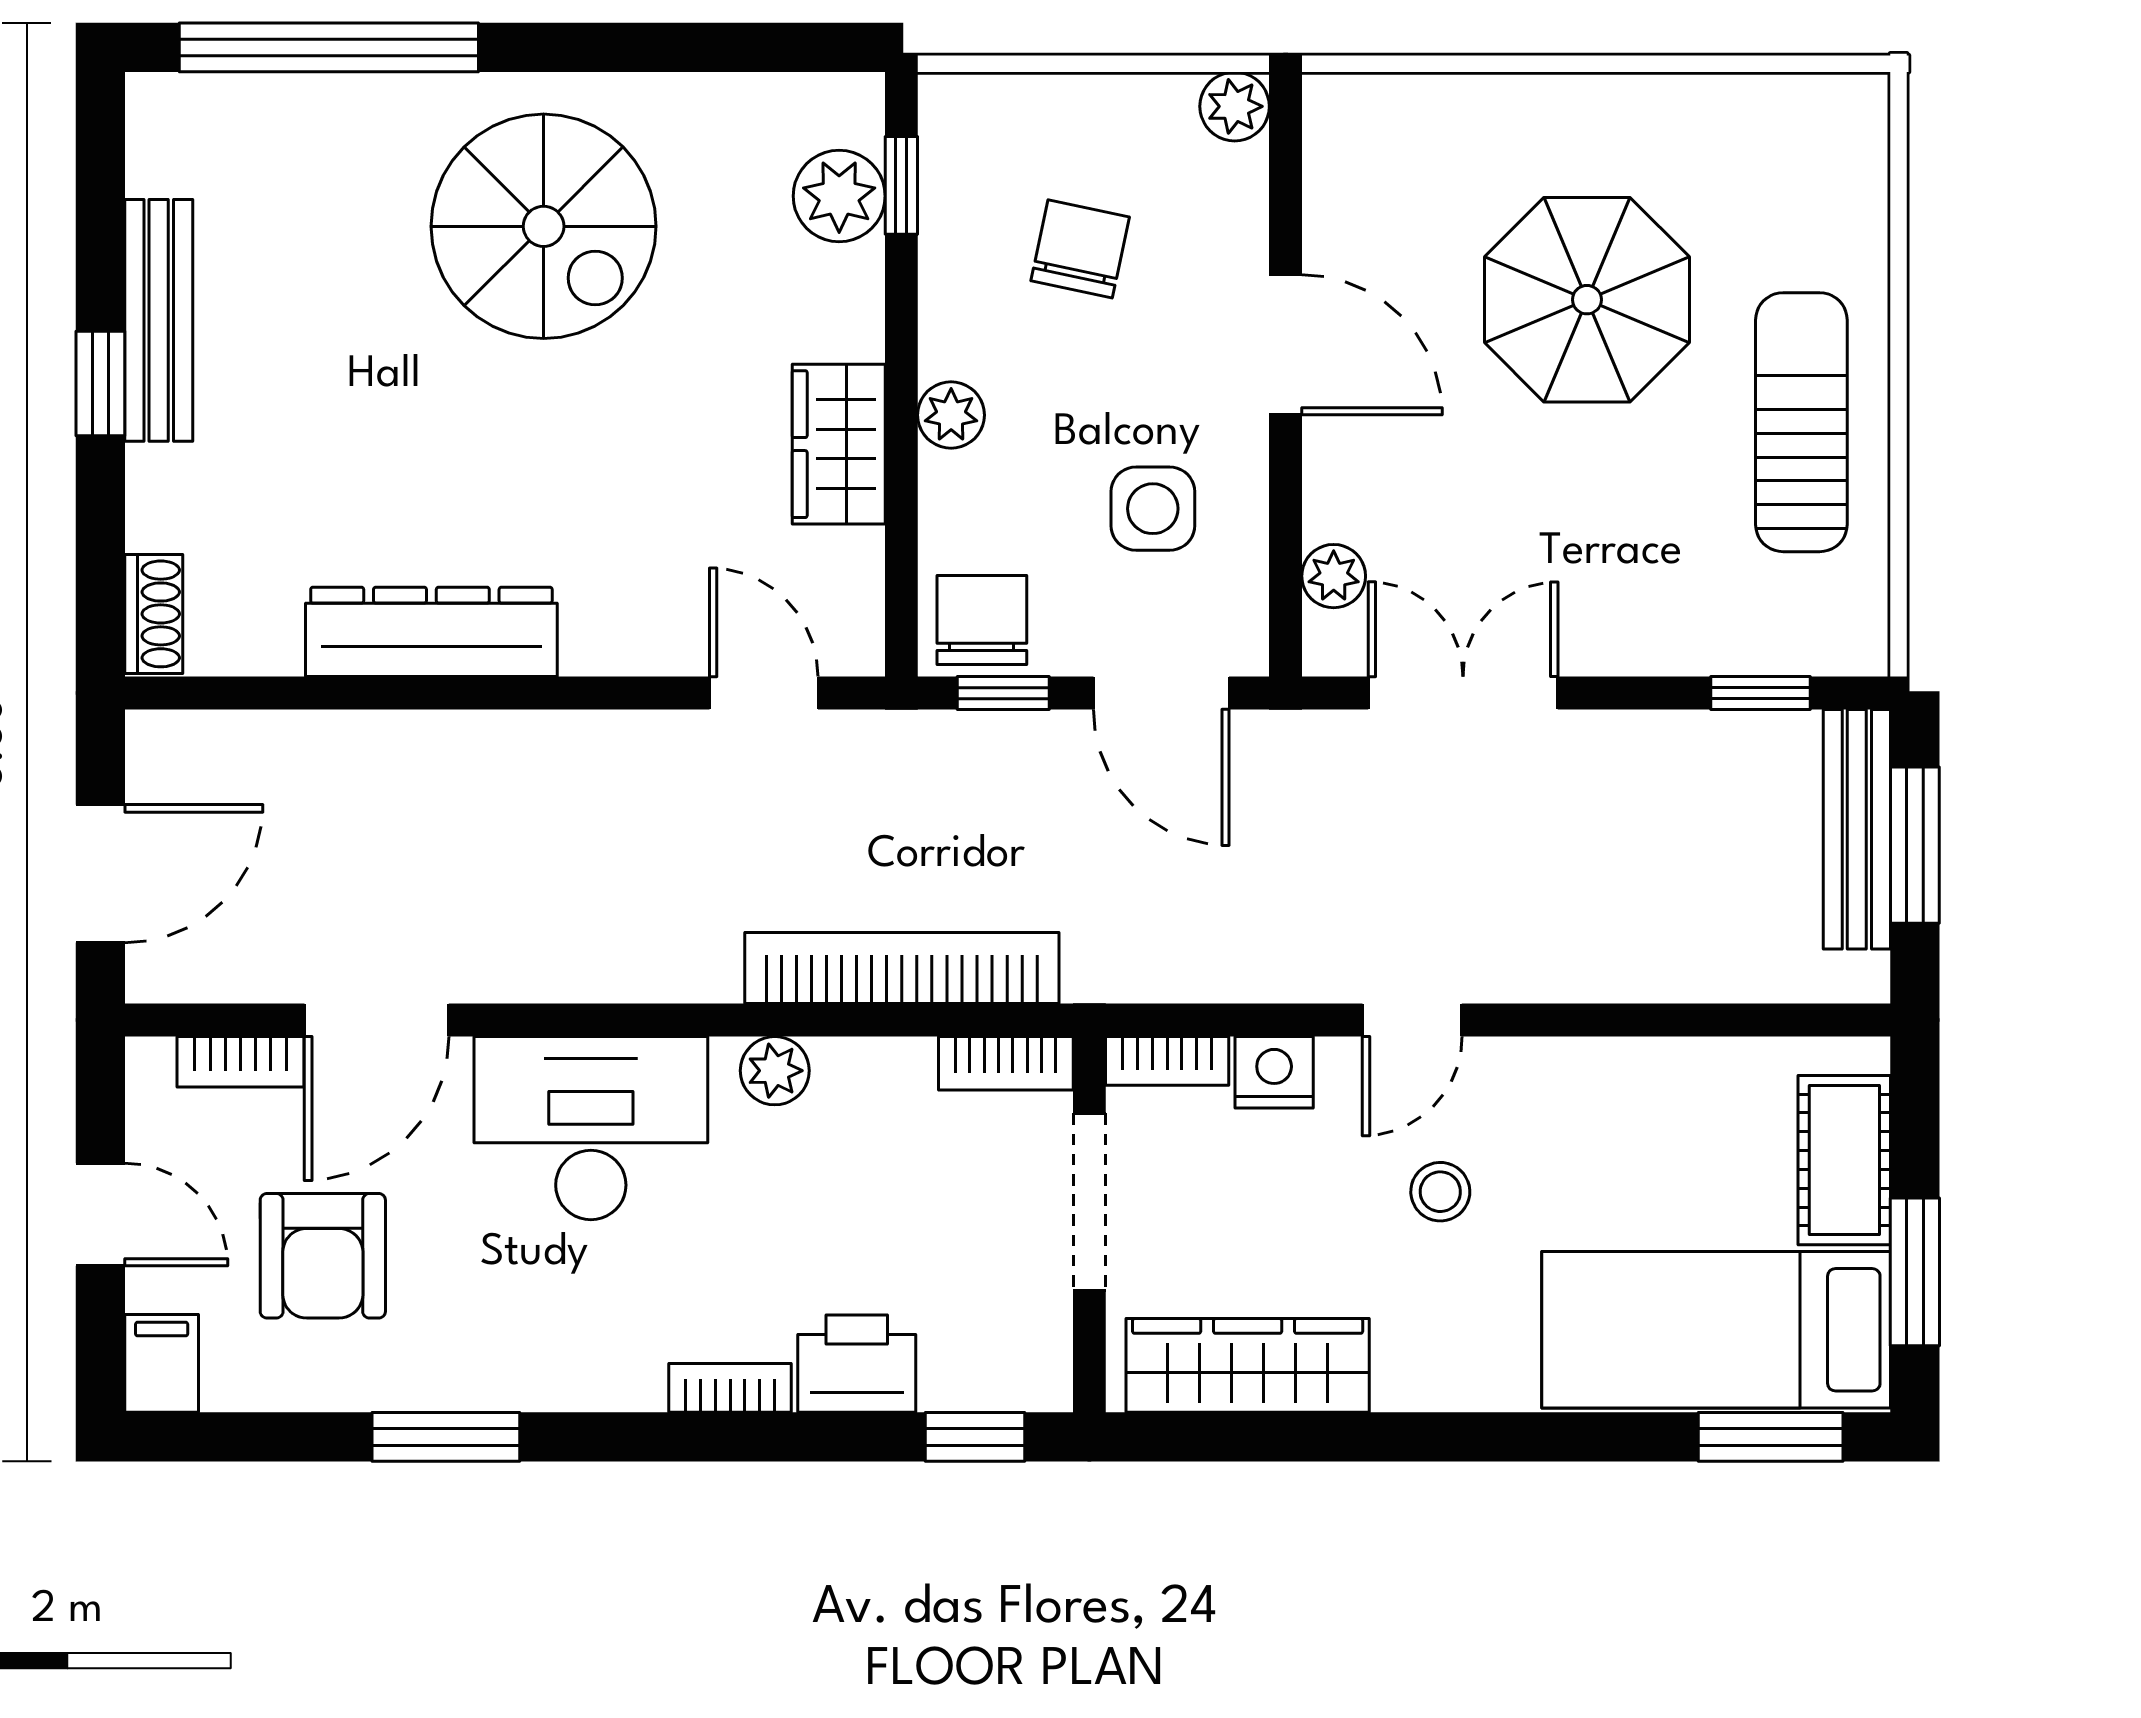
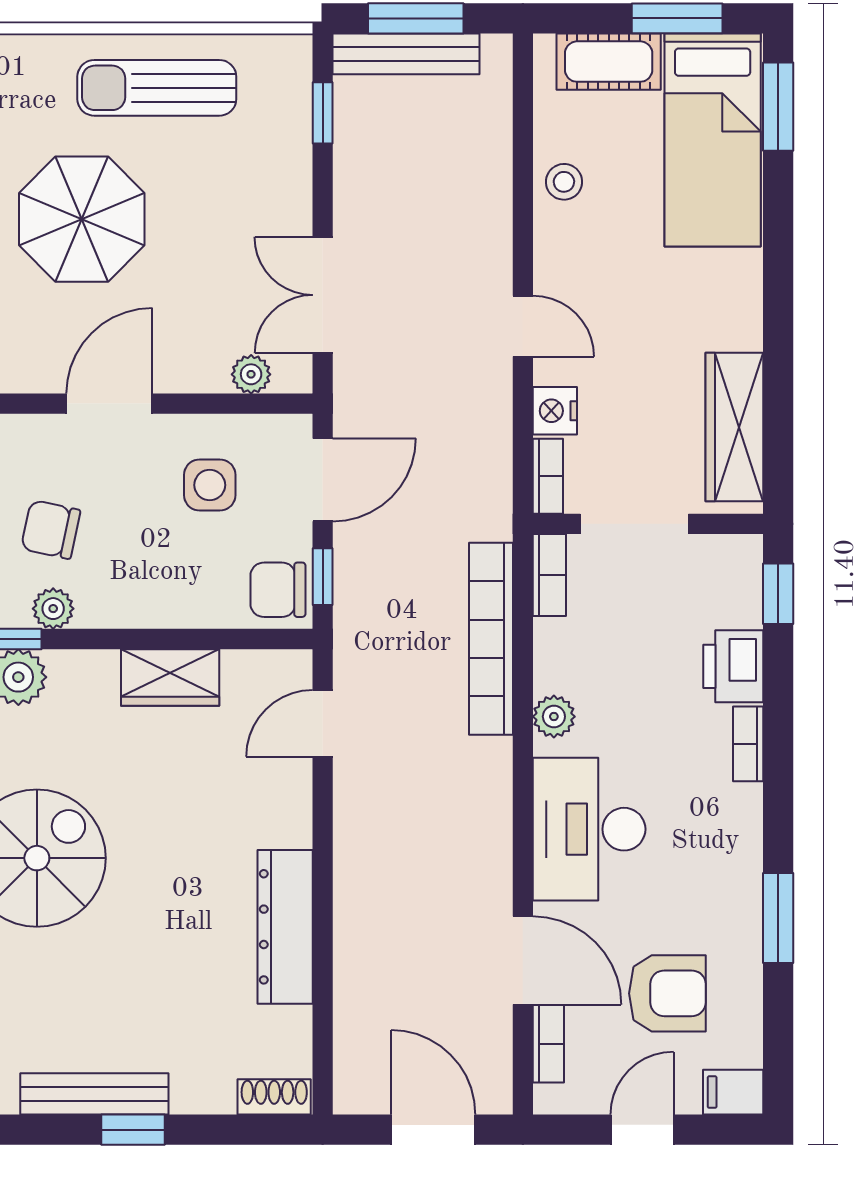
plant: (951, 415) -> (53, 609), moved
stool: (1440, 1192) -> (564, 182), moved

